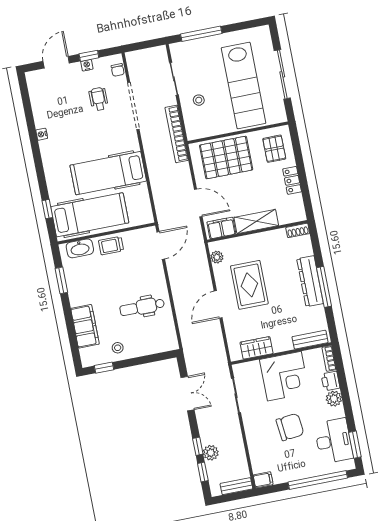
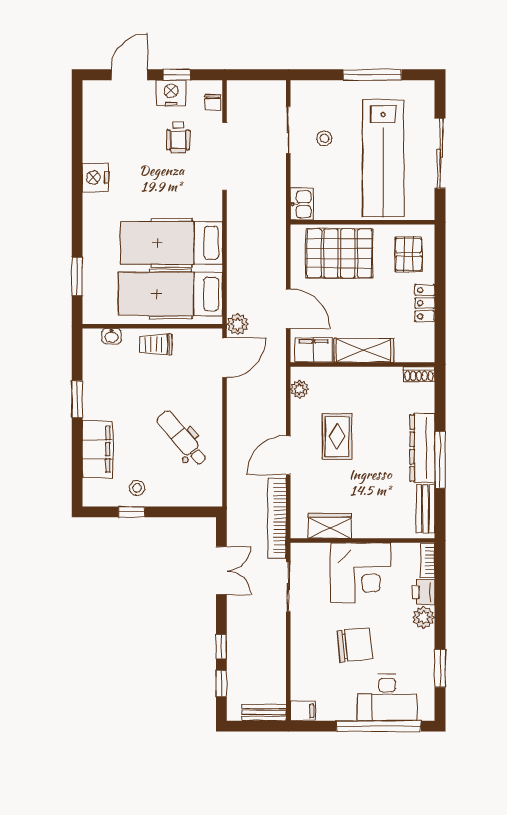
window: (201, 34) -> (372, 75), moved
nightstand: (87, 65) -> (171, 93), width x1.89, depth x1.79
wheelchair: (99, 99) -> (178, 137), turned 180
stool: (199, 100) -> (324, 138), moved
kitchen sink: (193, 128) -> (302, 204), added
nightstand: (42, 134) -> (95, 178), width x1.89, depth x1.79
bookcase: (177, 134) -> (277, 518), moved
window: (47, 209) -> (77, 276), width x1.50
hospital bed: (90, 215) -> (171, 294), moved, turned 180
washbasin: (80, 248) -> (112, 336), width x0.52, depth x0.69
window: (61, 280) -> (77, 399), moved
rug: (249, 285) -> (337, 437), width x0.73, depth x0.70
dental chair: (142, 307) -> (182, 438), turned 49
bench: (310, 340) -> (425, 509), moved, turned 90
window: (104, 368) -> (132, 512), moved
desk: (334, 441) -> (387, 698), moved, turned 90
window: (355, 445) -> (440, 668), moved
plant: (211, 453) -> (238, 324), moved

